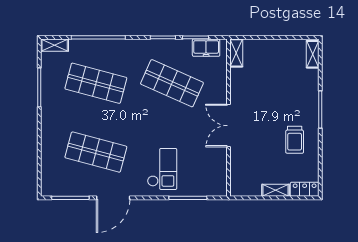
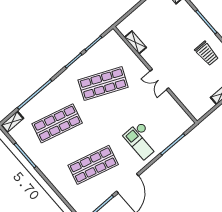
freezer: (206, 48) -> (105, 44), removed
shelving: (236, 53) -> (135, 42), moved
double door: (229, 126) -> (159, 80), width x0.73
checkout: (162, 169) -> (142, 140), turned 180

